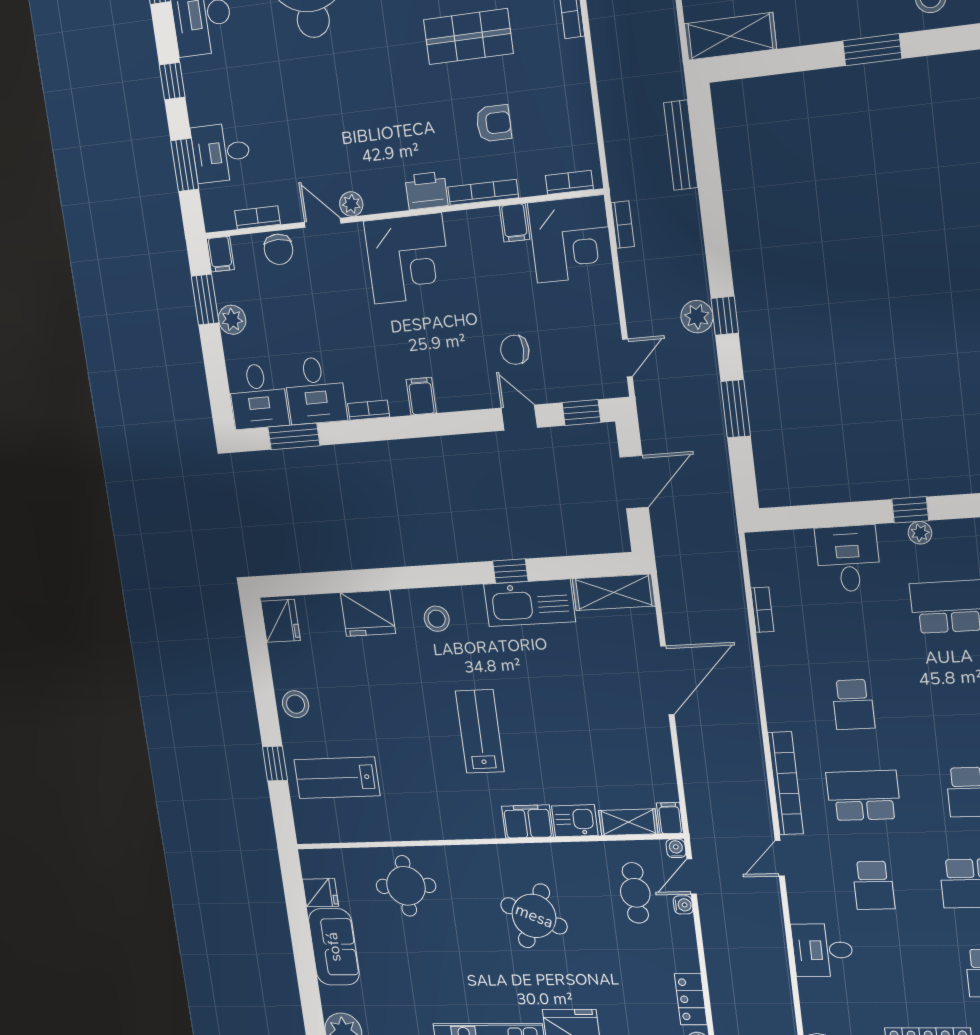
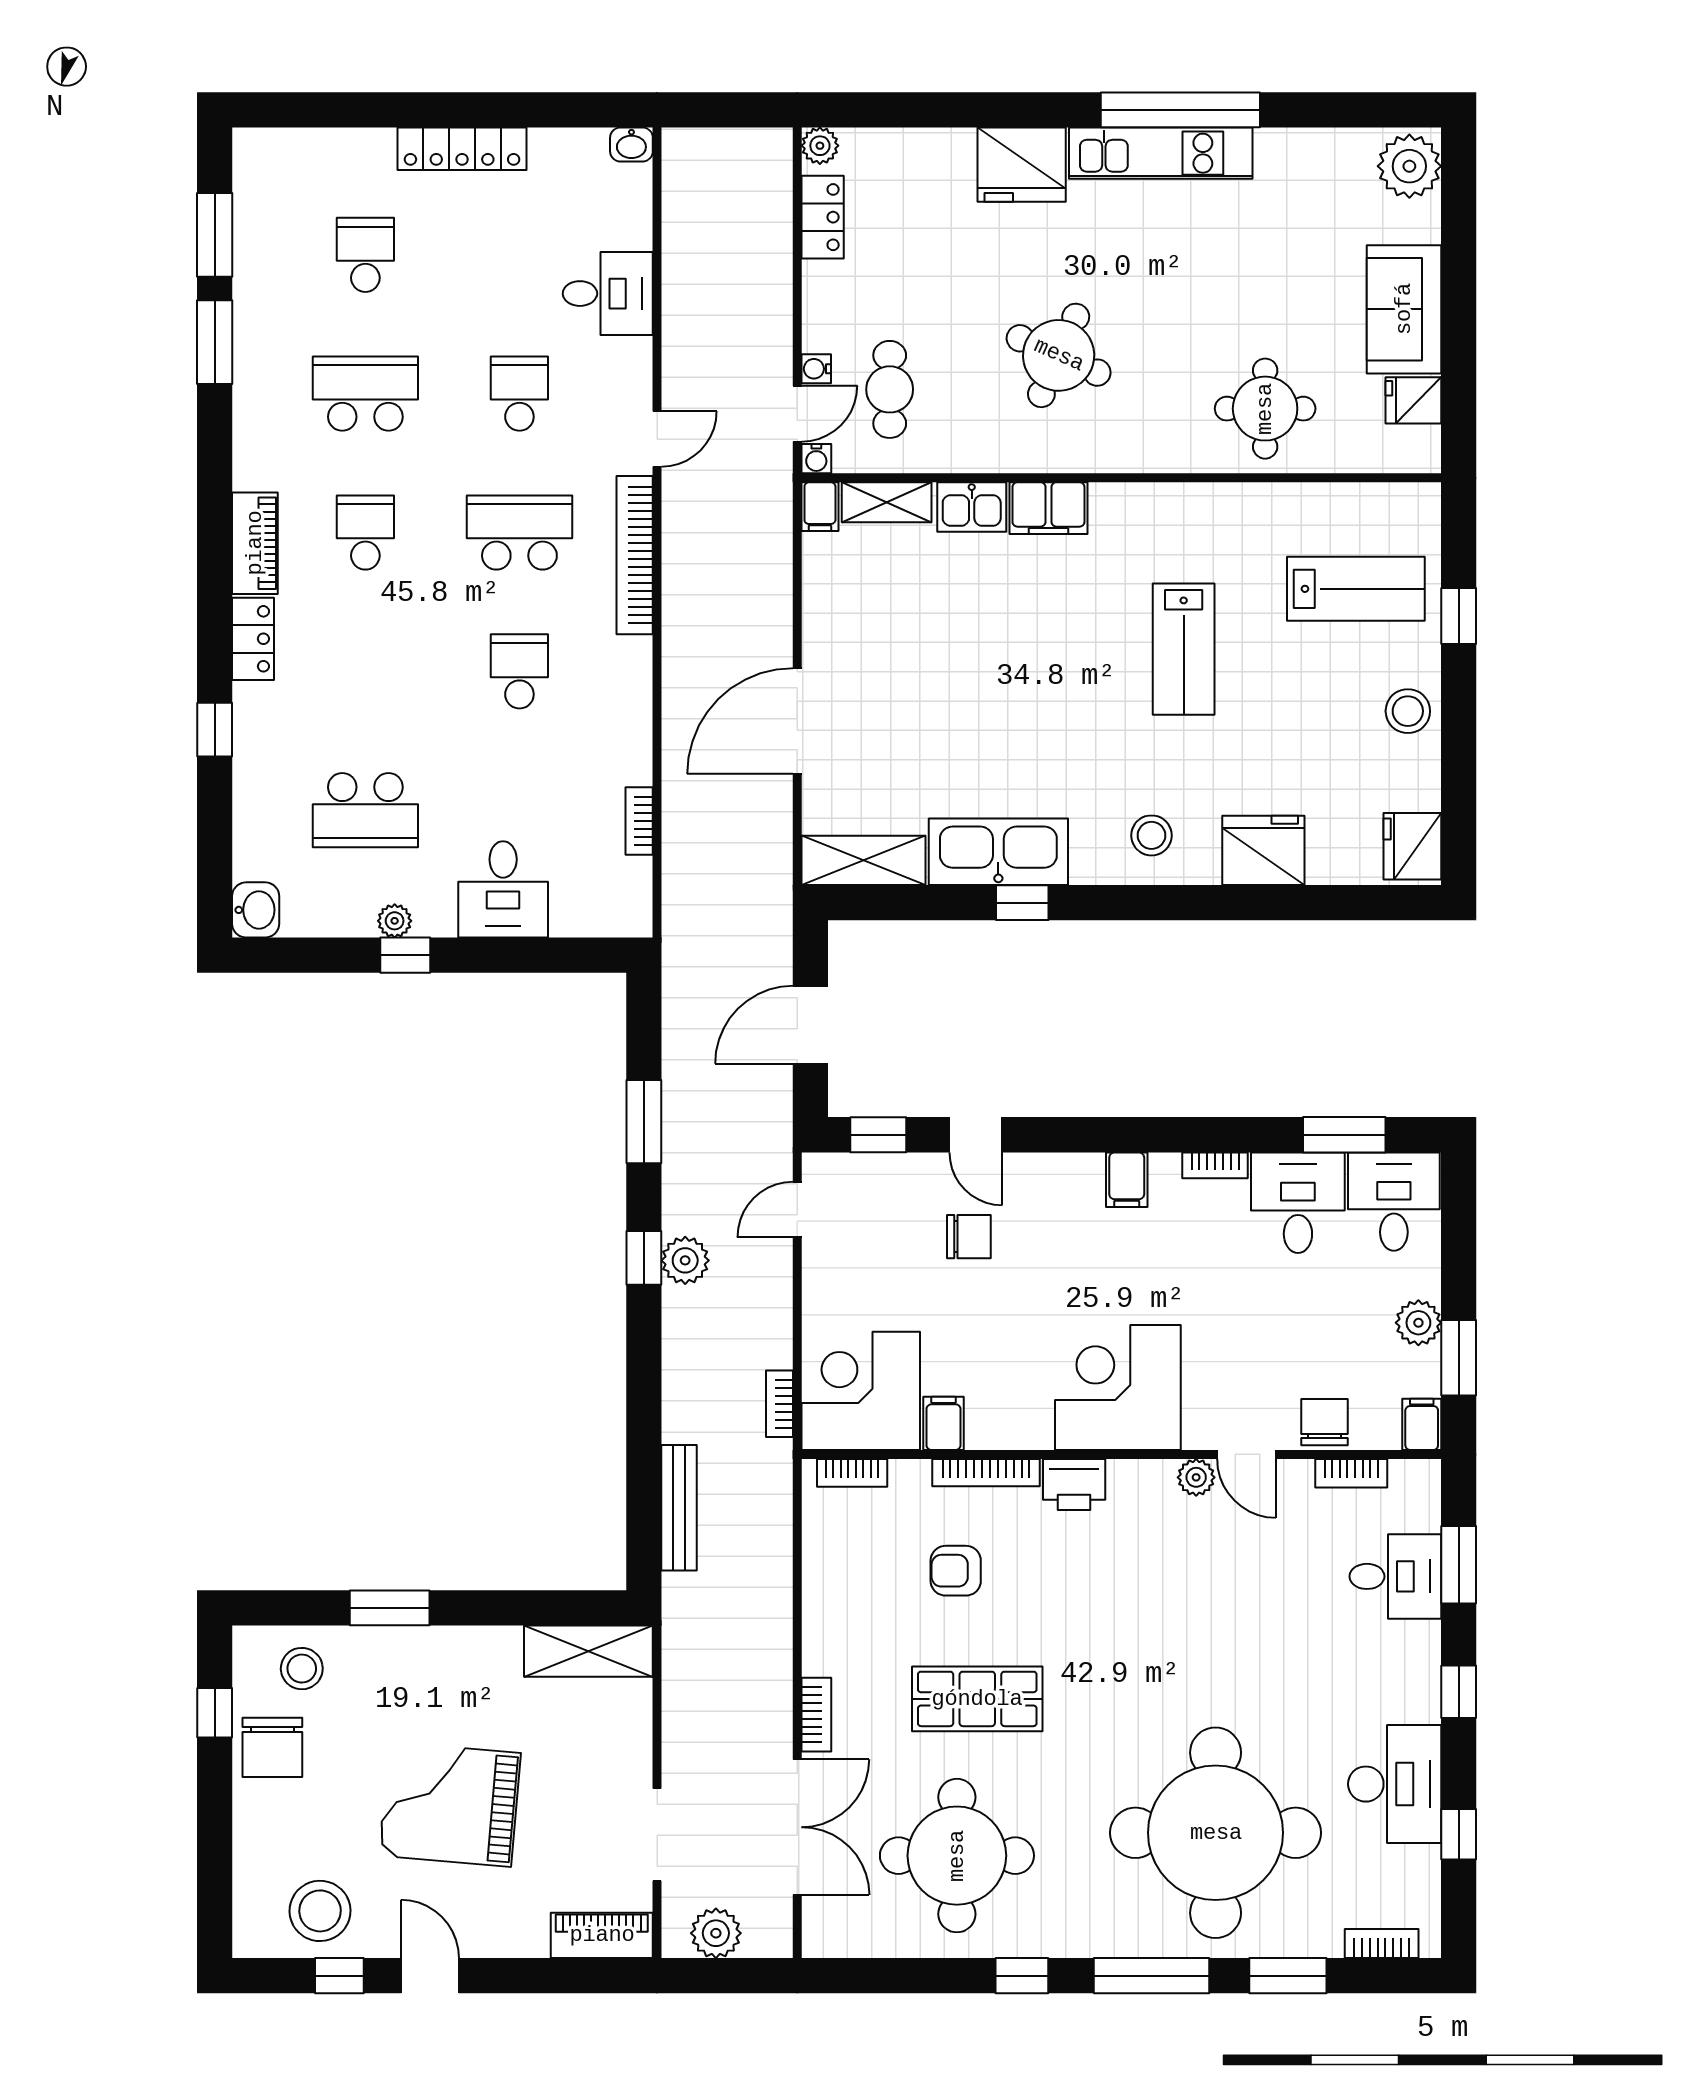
lab bench: (480, 731) -> (1184, 649), moved
school desk: (863, 795) -> (519, 532), turned 180

